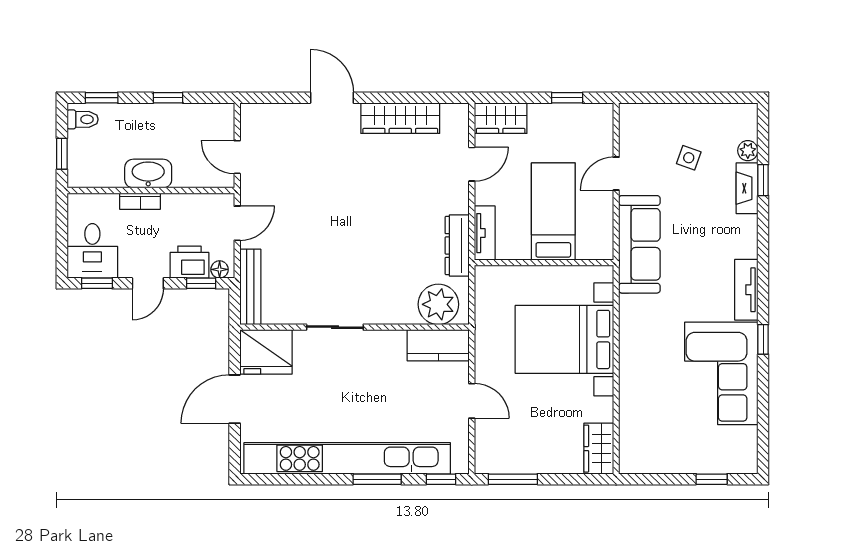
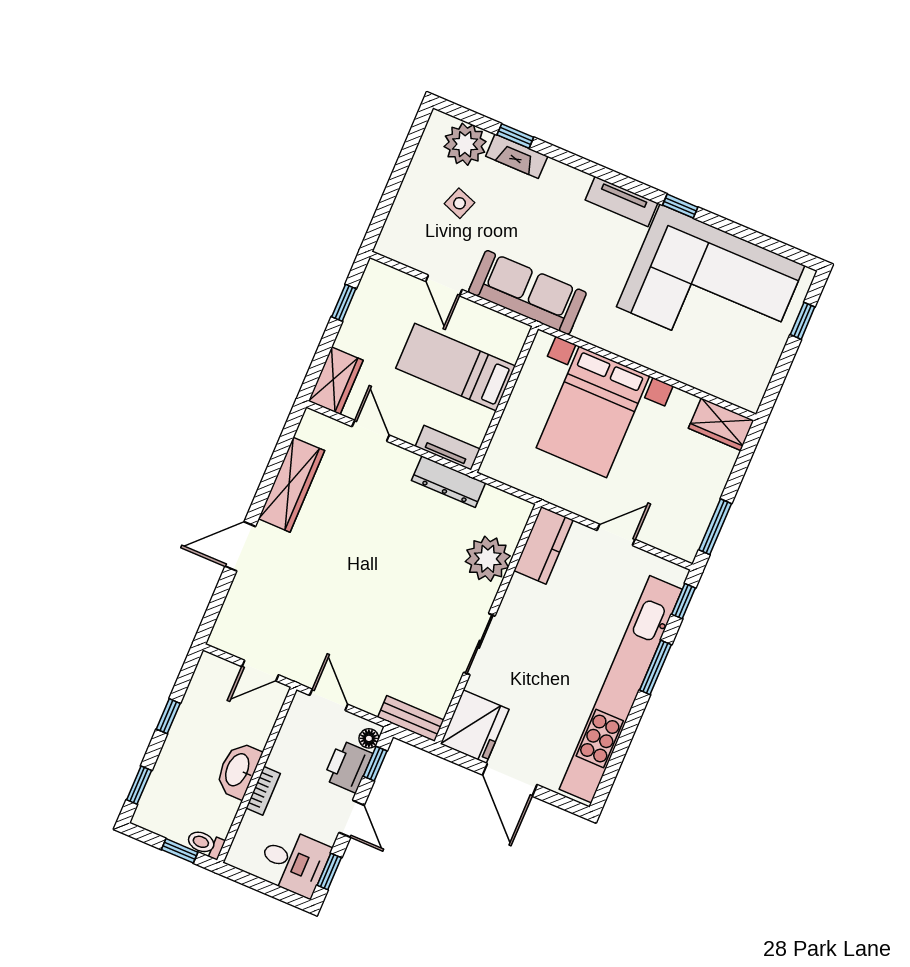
toilet: (83, 119) -> (205, 844), moved, turned -90
plant: (748, 151) -> (465, 144), width x1.88, depth x1.88
bench: (250, 287) -> (411, 719), width x0.73
plant: (438, 304) -> (488, 559), moved
corner sofa: (721, 373) -> (711, 286), width x1.36, depth x1.36

